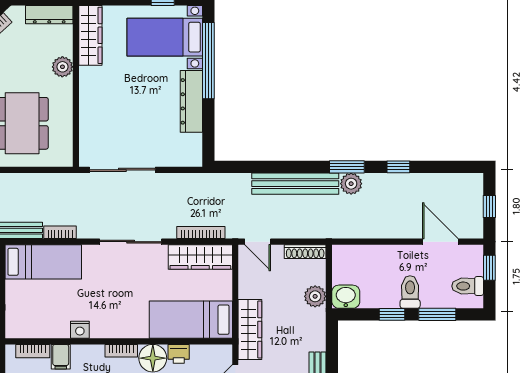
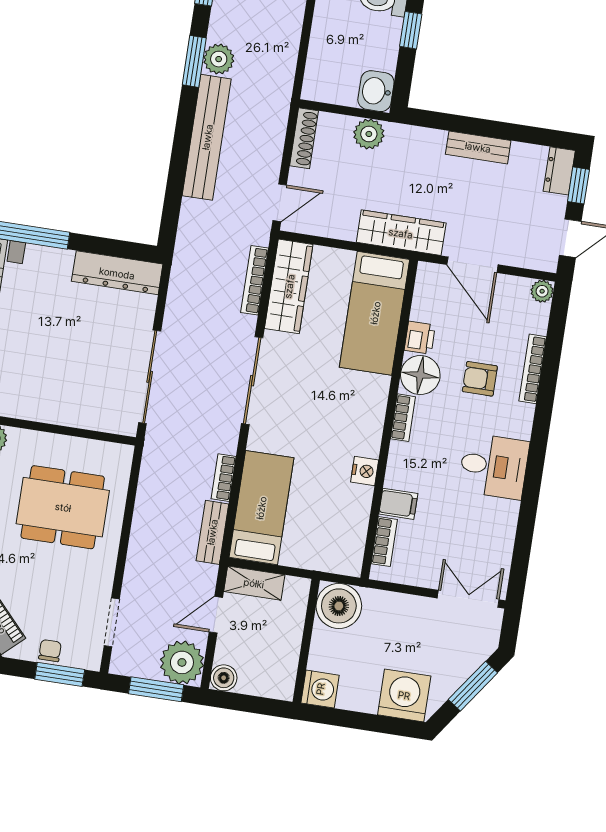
dresser: (191, 101) -> (117, 273), moved

